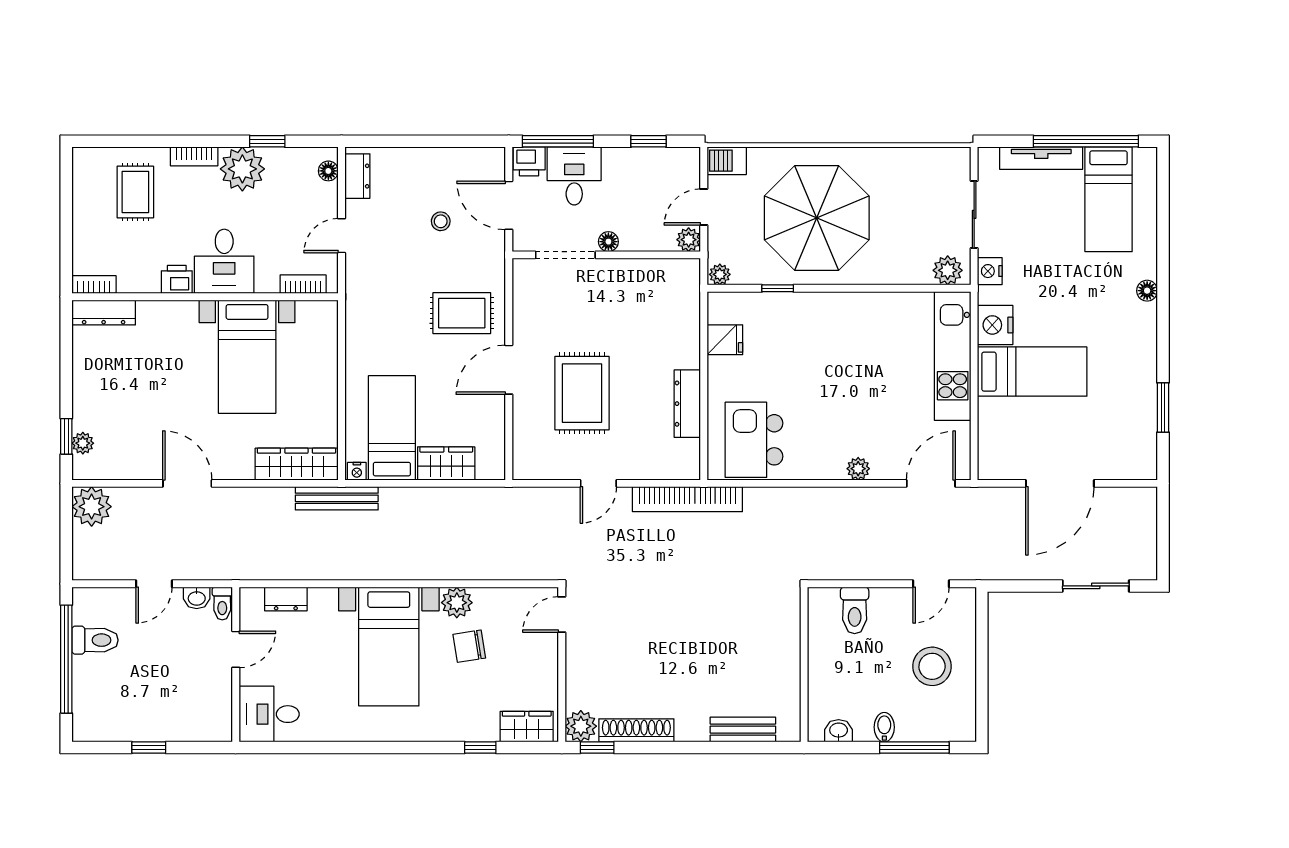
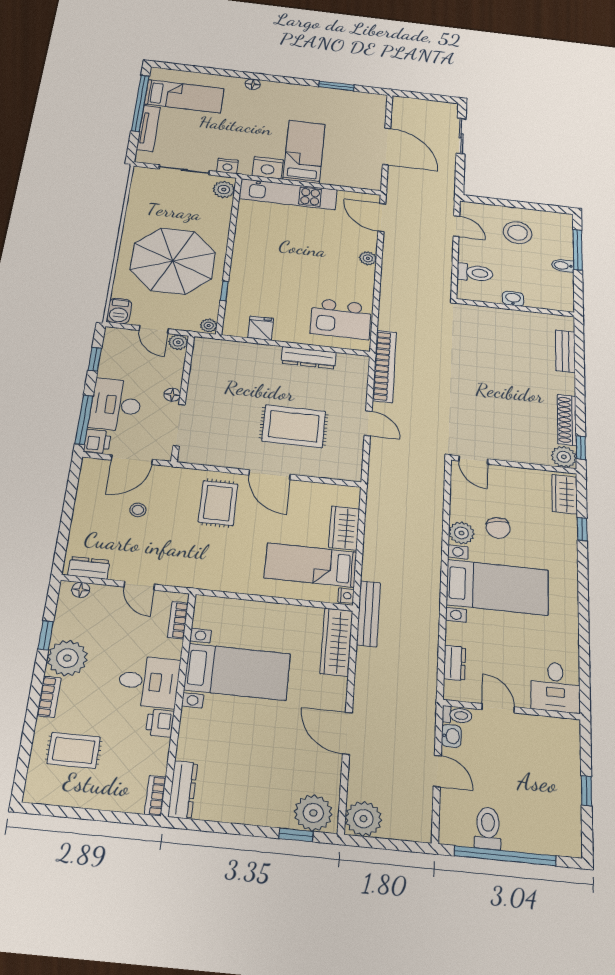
desk: (574, 176) -> (116, 405), width x1.37
plant: (83, 443) -> (313, 813), width x1.88, depth x1.88
door: (187, 483) -> (347, 733), hinge flipped
washbasin: (839, 731) -> (513, 299), moved, turned 90

